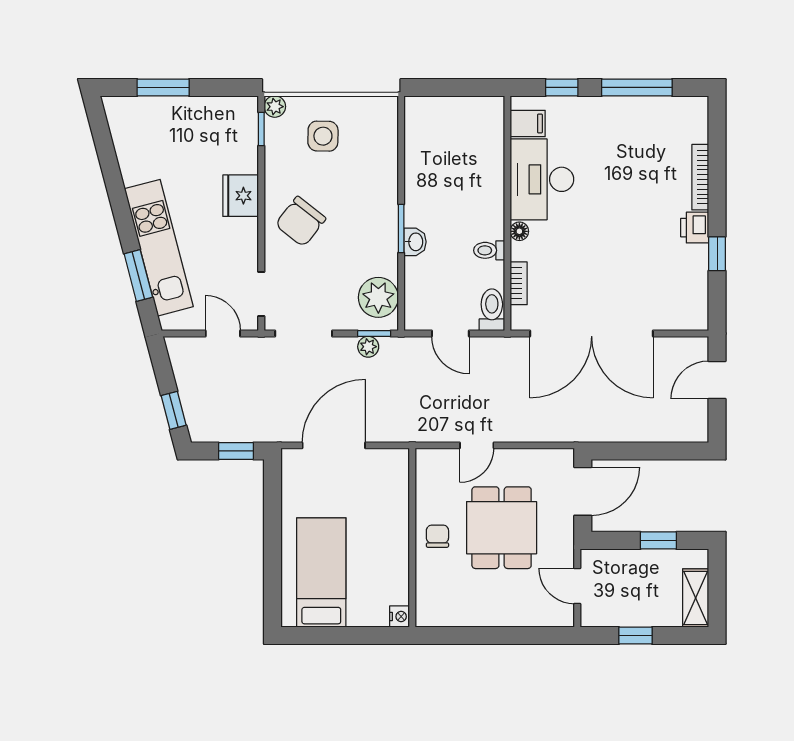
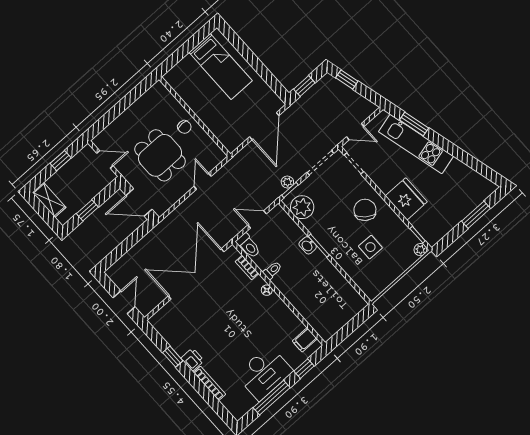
side table: (323, 136) -> (370, 247), moved
desk: (542, 179) -> (264, 373), moved, turned 90
fridge: (241, 196) -> (406, 199), width x1.36, depth x1.34
door: (583, 491) -> (139, 202), hinge flipped
nightstand: (400, 617) -> (170, 78), removed

